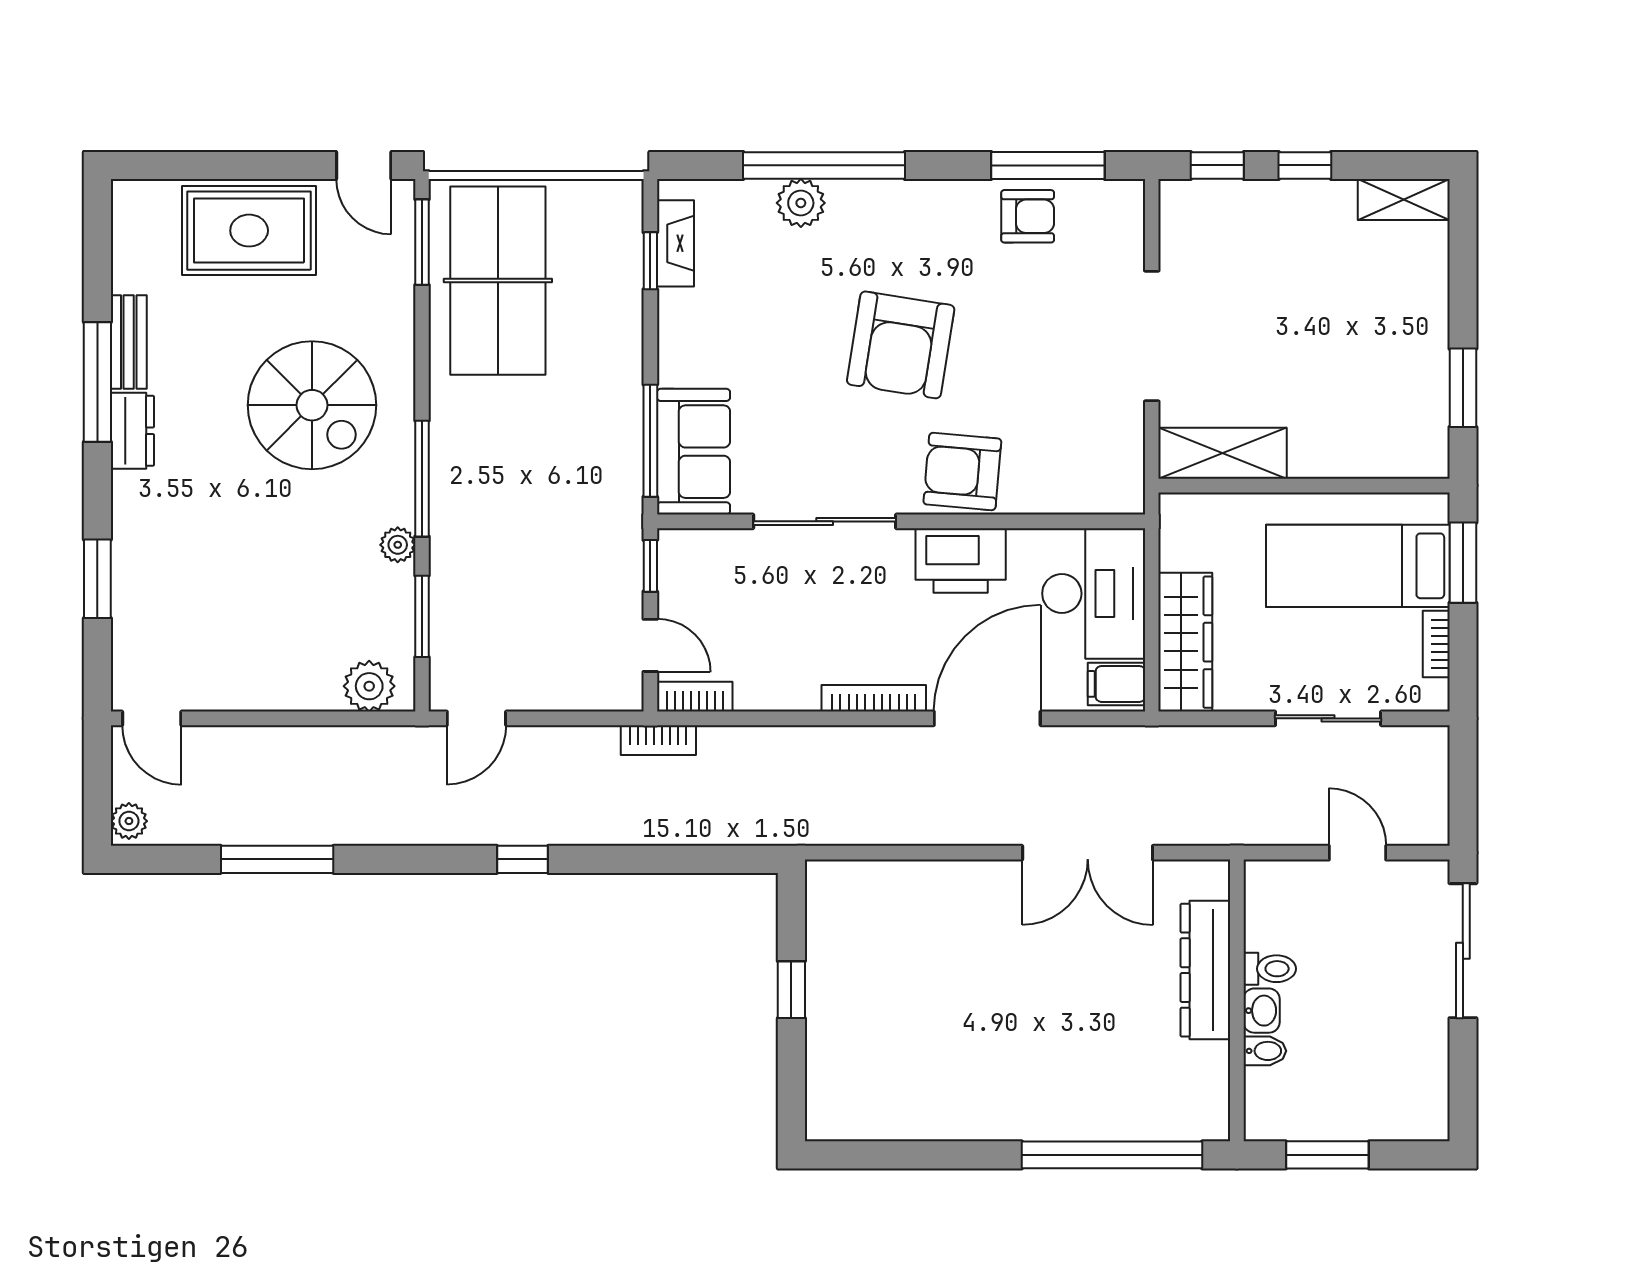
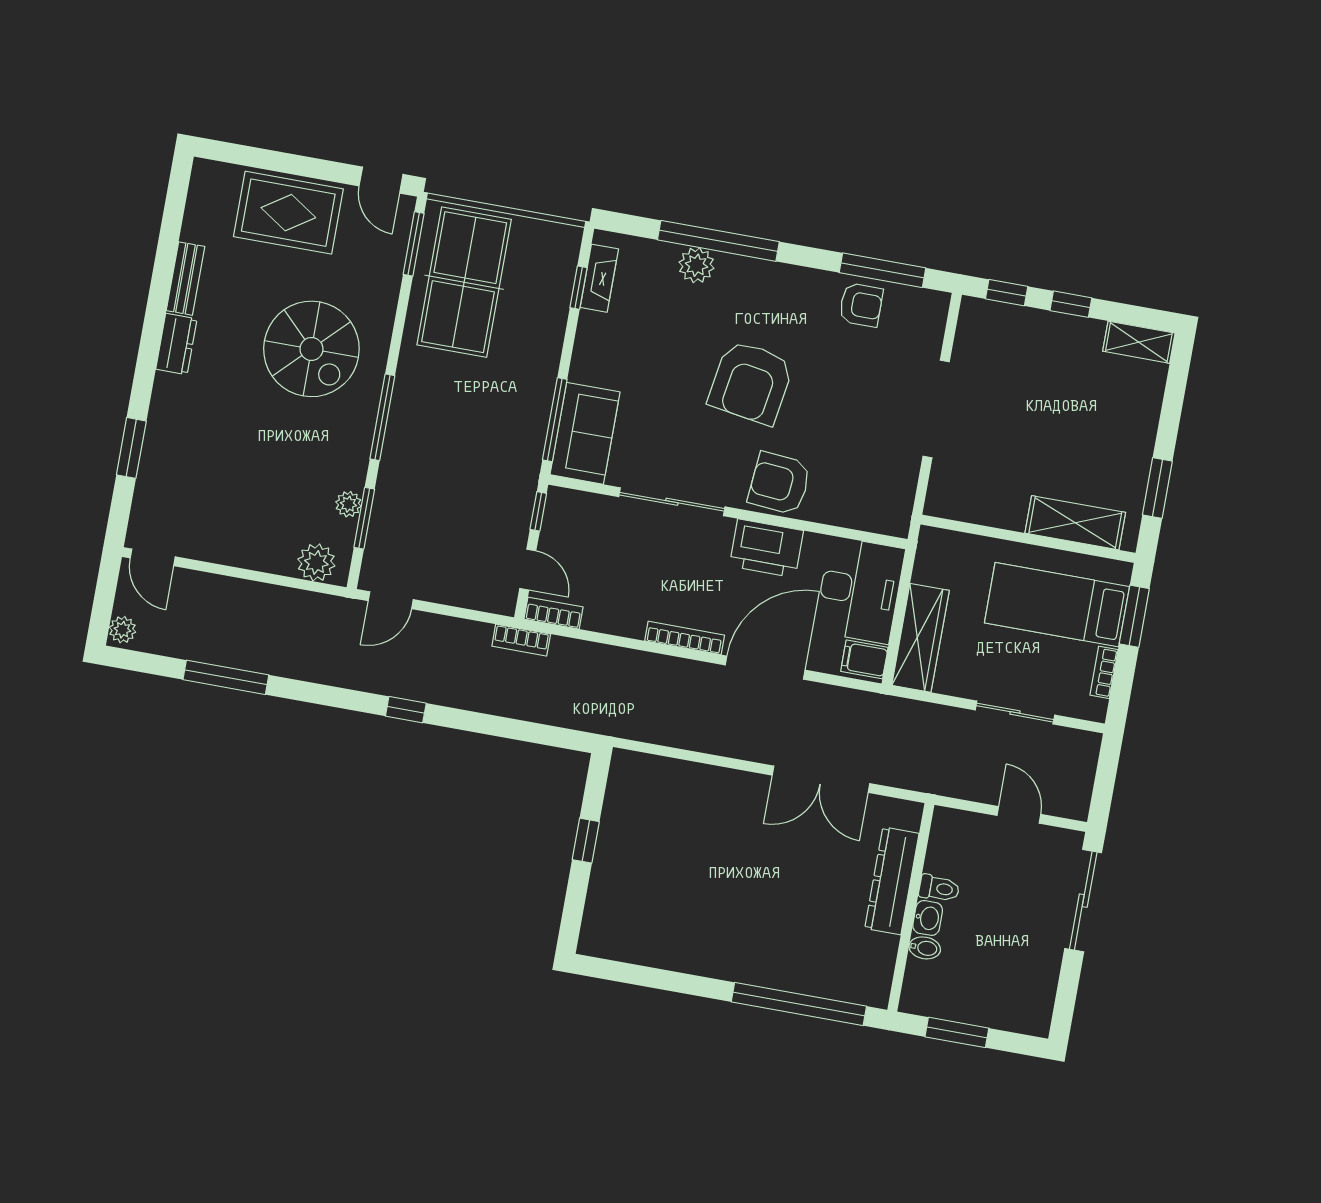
window: (97, 382) -> (157, 304), removed
shelving: (1223, 453) -> (1075, 523), moved
plant: (398, 545) -> (348, 504), moved

